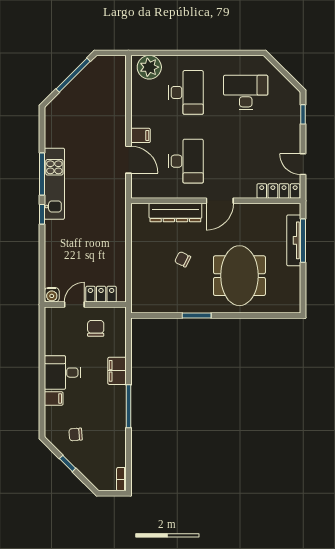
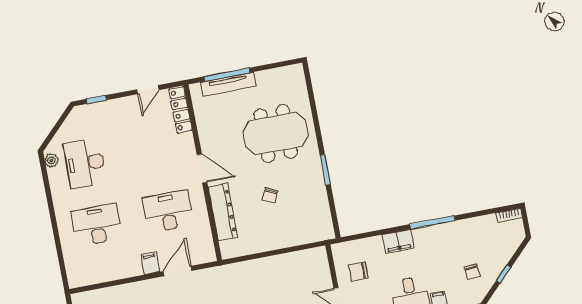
plant: (149, 67) -> (51, 160), moved, width x0.53, depth x0.53
locker: (101, 294) -> (322, 273), removed

